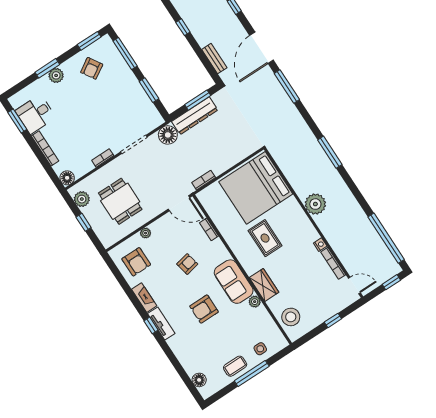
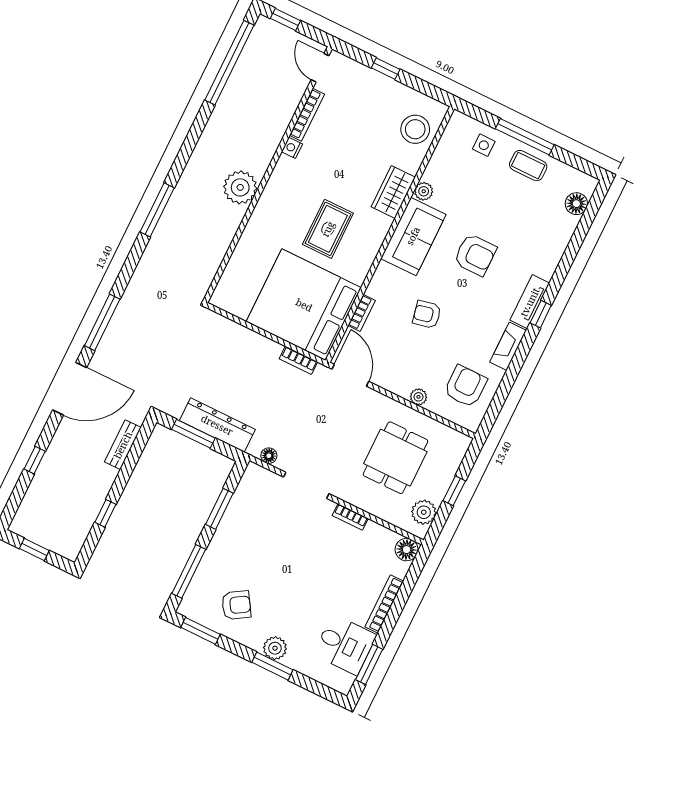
floor lamp: (168, 135) -> (269, 456), width x0.53, depth x0.53
bed: (256, 188) -> (304, 305), moved, turned 180

